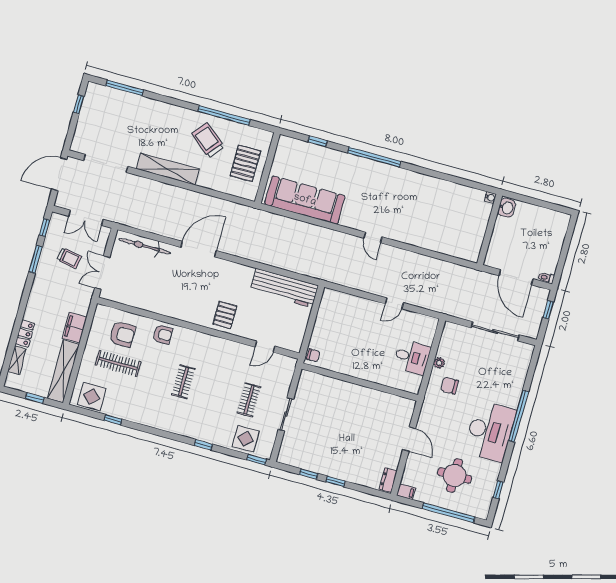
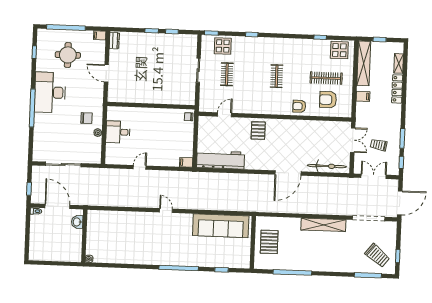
trolley: (208, 140) -> (377, 255), moved
washbasin: (507, 208) -> (77, 222), moved
filing cabinet: (331, 295) -> (186, 162), added
filing cabinet: (75, 328) -> (363, 96), width x0.50
locker: (25, 333) -> (397, 89), width x1.53

